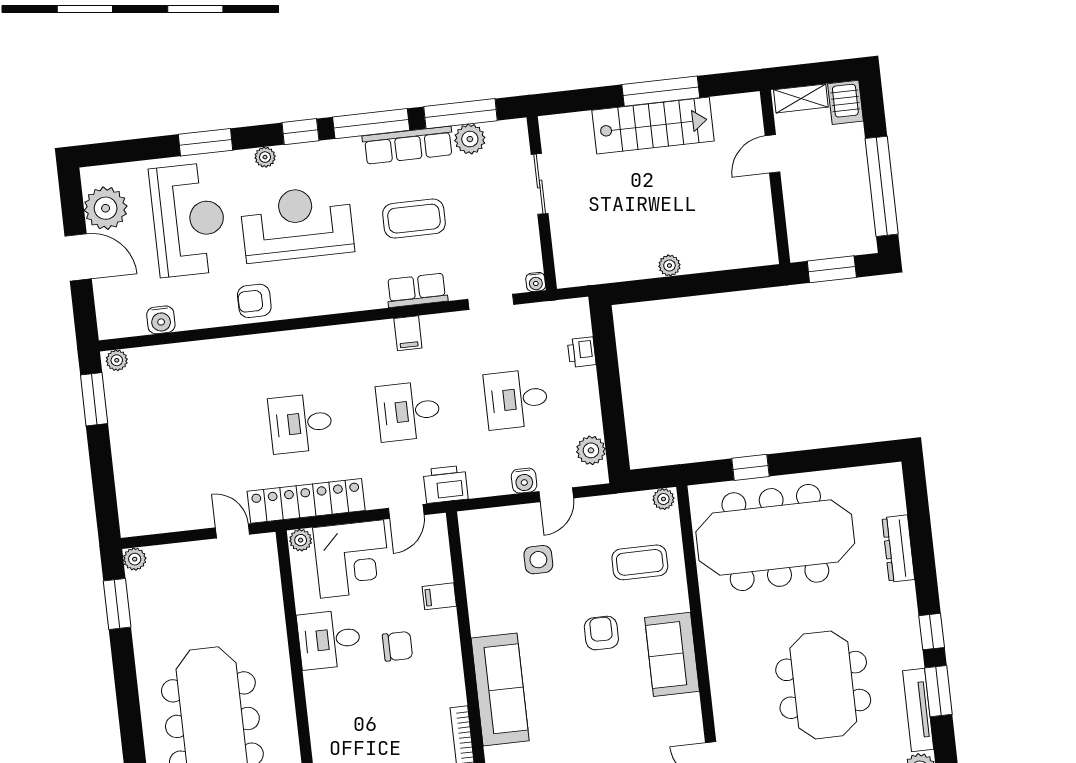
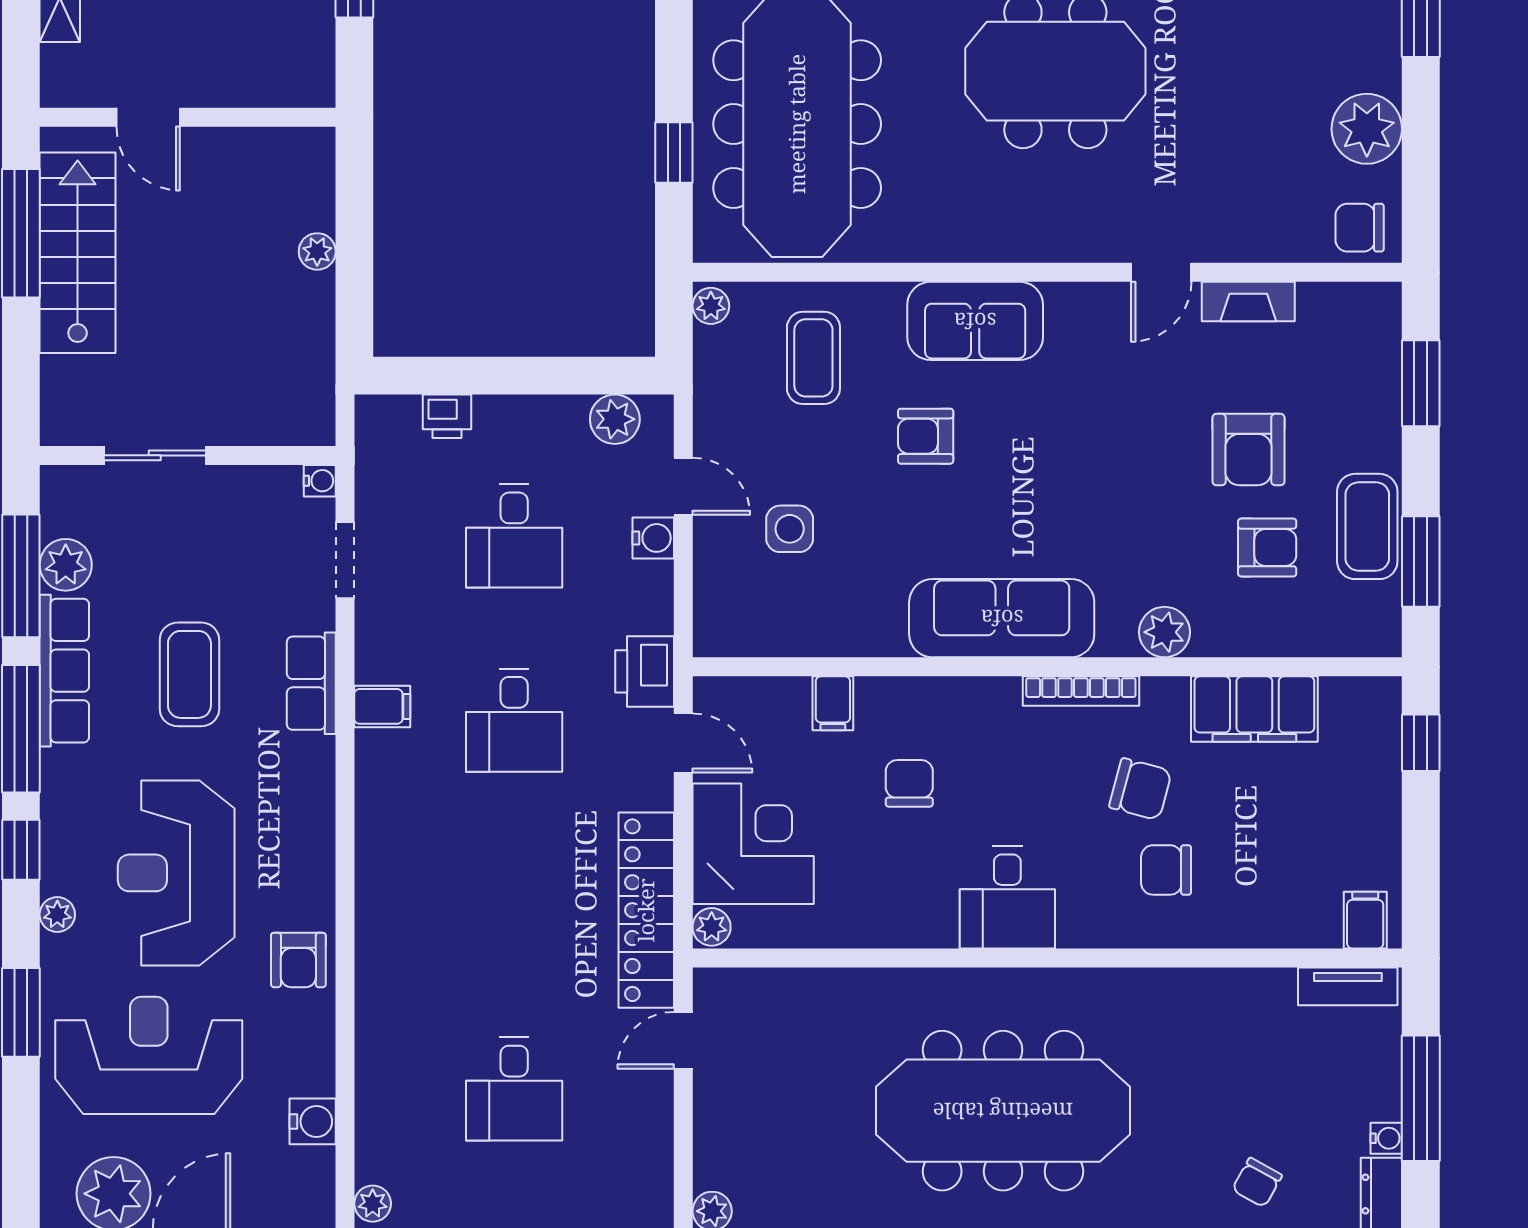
door: (772, 154) -> (148, 117), moved
wall: (775, 177) -> (188, 117), moved
desk: (301, 423) -> (514, 1089), moved
desk: (329, 640) -> (1007, 897), moved

